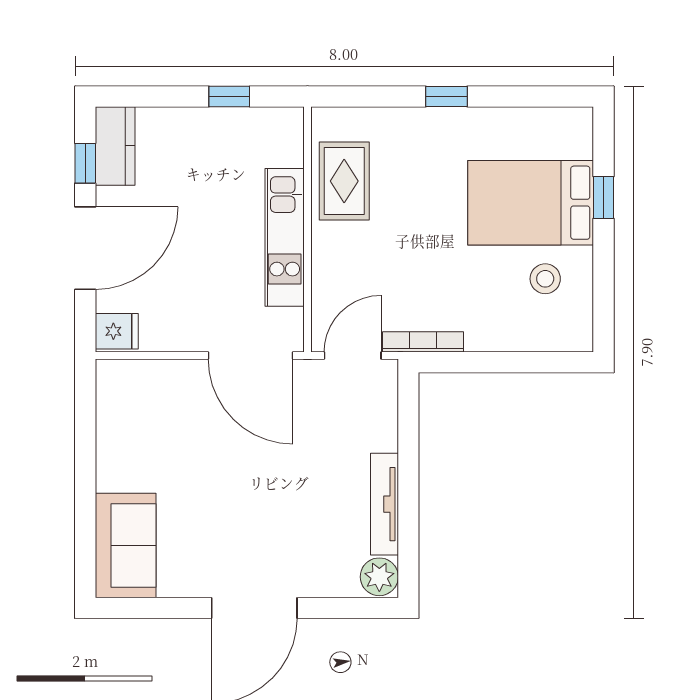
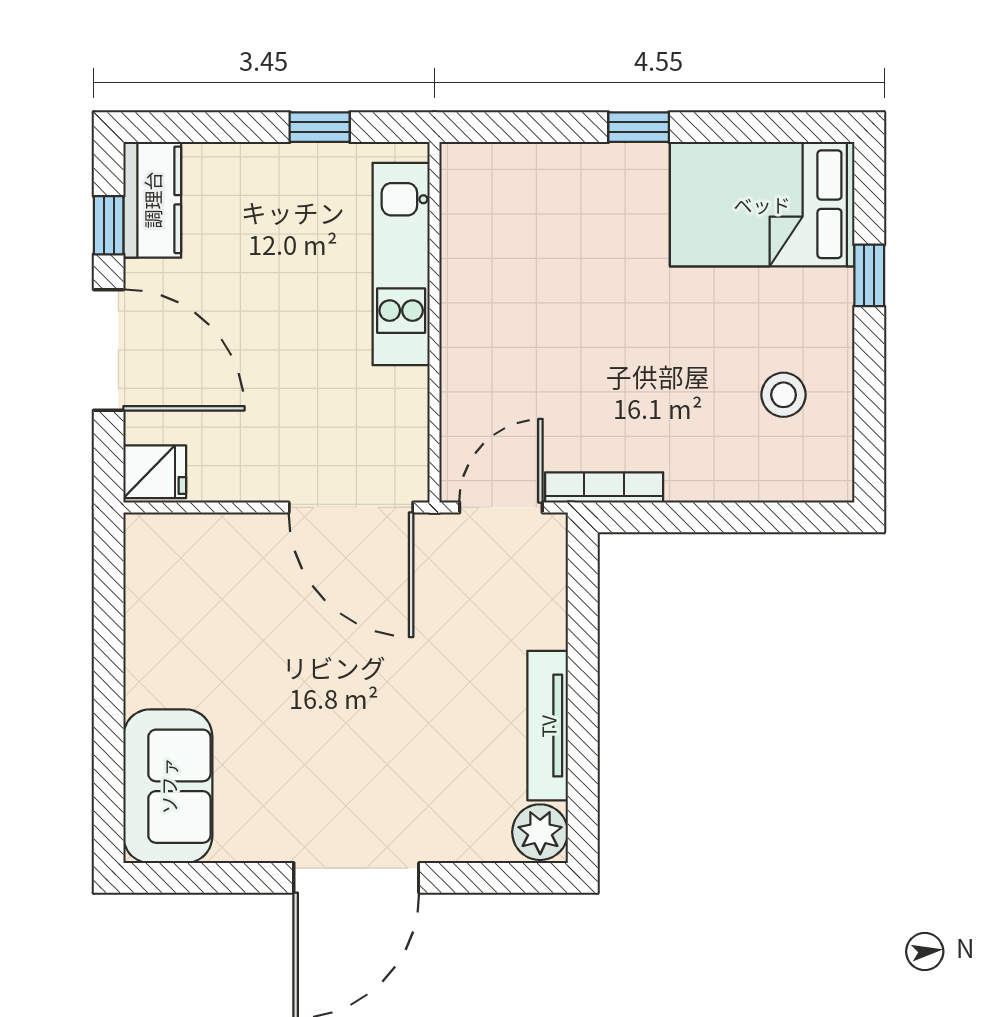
rug: (344, 181) -> (489, 251), removed
bed: (531, 203) -> (762, 204), moved
kitchen unit: (285, 237) -> (401, 264), moved
door: (85, 248) -> (109, 350), hinge flipped

